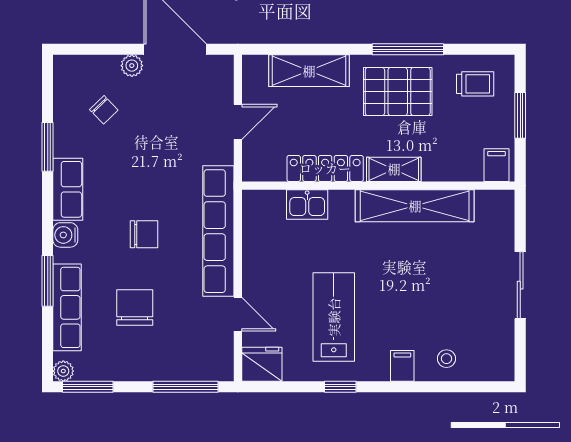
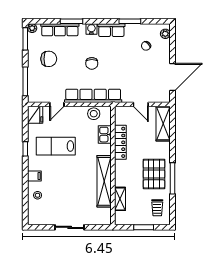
plant: (132, 66) -> (165, 34), moved
shelving: (309, 71) -> (163, 124), moved
filing cabinet: (496, 165) -> (122, 217), removed
shelving: (394, 169) -> (120, 199), moved
stool: (259, 230) -> (94, 114), added
chair: (135, 307) -> (49, 59), moved
lab bench: (334, 317) -> (56, 146), turned 180

